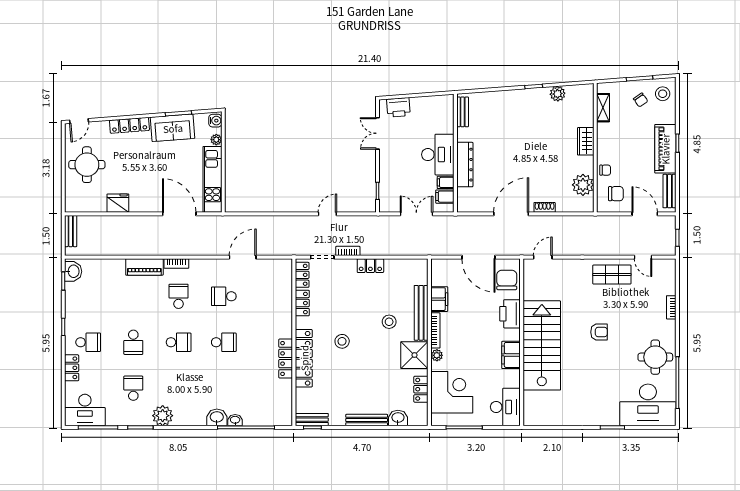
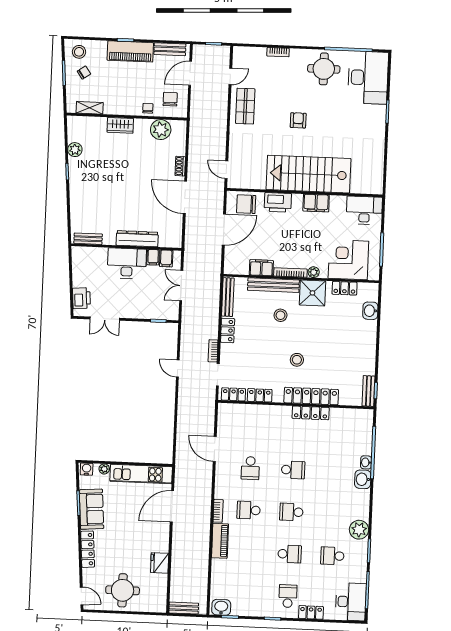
school desk: (179, 342) -> (291, 512), turned -90
school desk: (224, 342) -> (293, 470), turned 90
bench: (367, 420) -> (228, 297), moved

